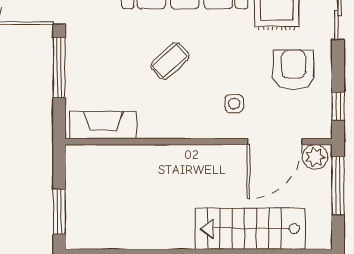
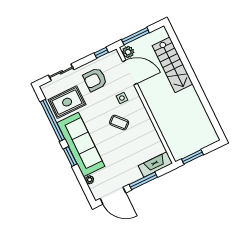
coffee table: (170, 61) -> (119, 123), moved
fireplace: (103, 125) -> (155, 165), moved, turned 90
window: (59, 212) -> (192, 157), moved

